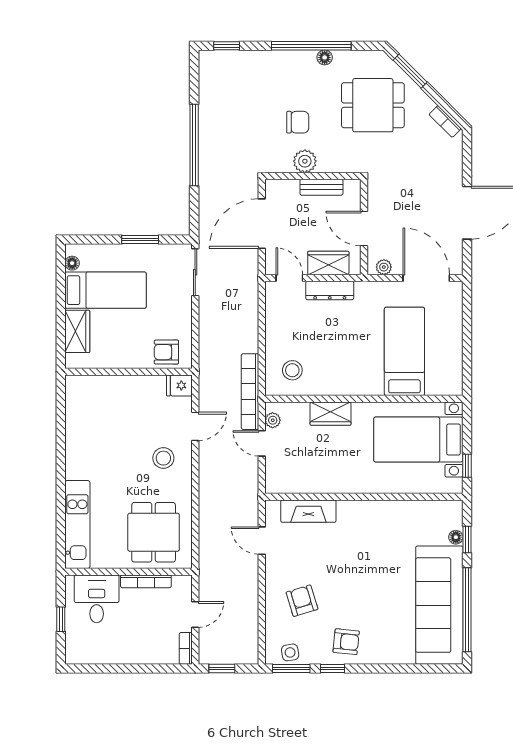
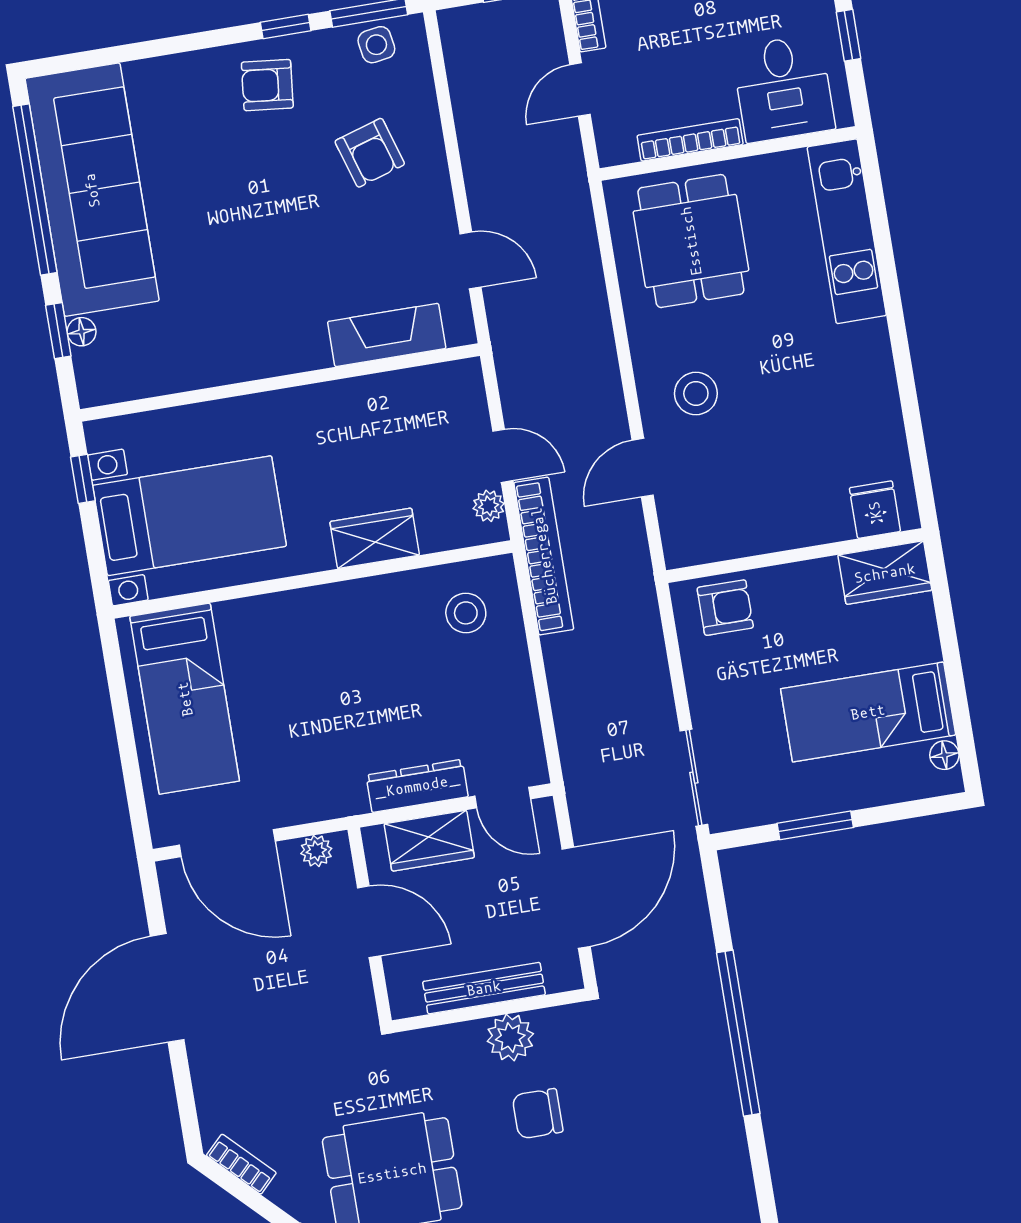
bench: (321, 187) -> (484, 988), width x1.36
wardrobe: (77, 331) -> (885, 573), moved, turned -90
bed: (404, 351) -> (185, 699), moved
fridge: (179, 385) -> (875, 510), moved, turned -90

